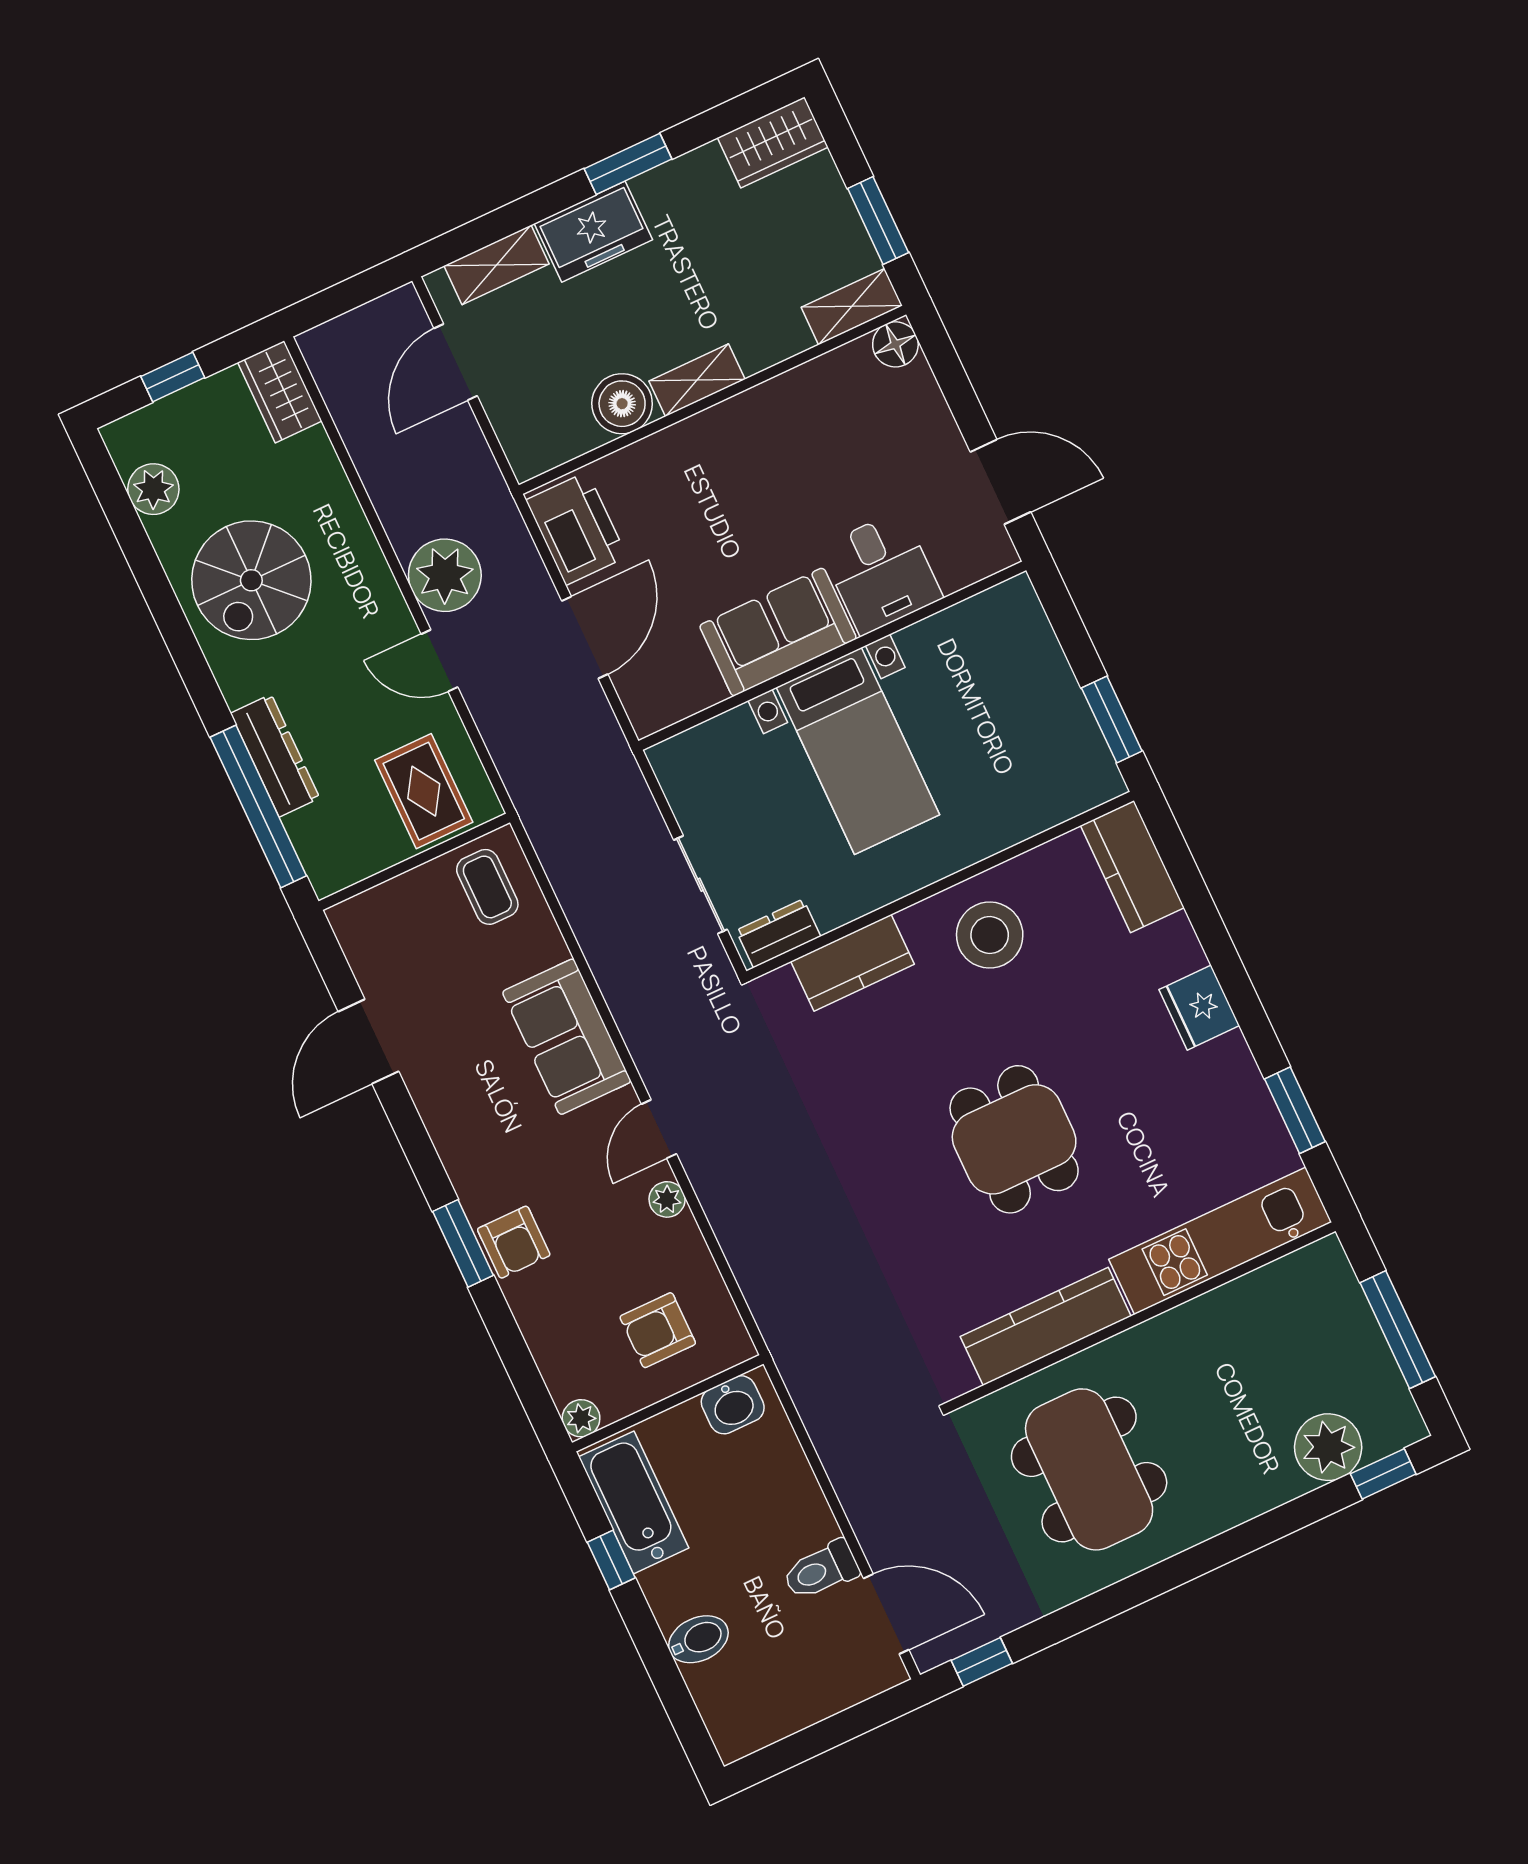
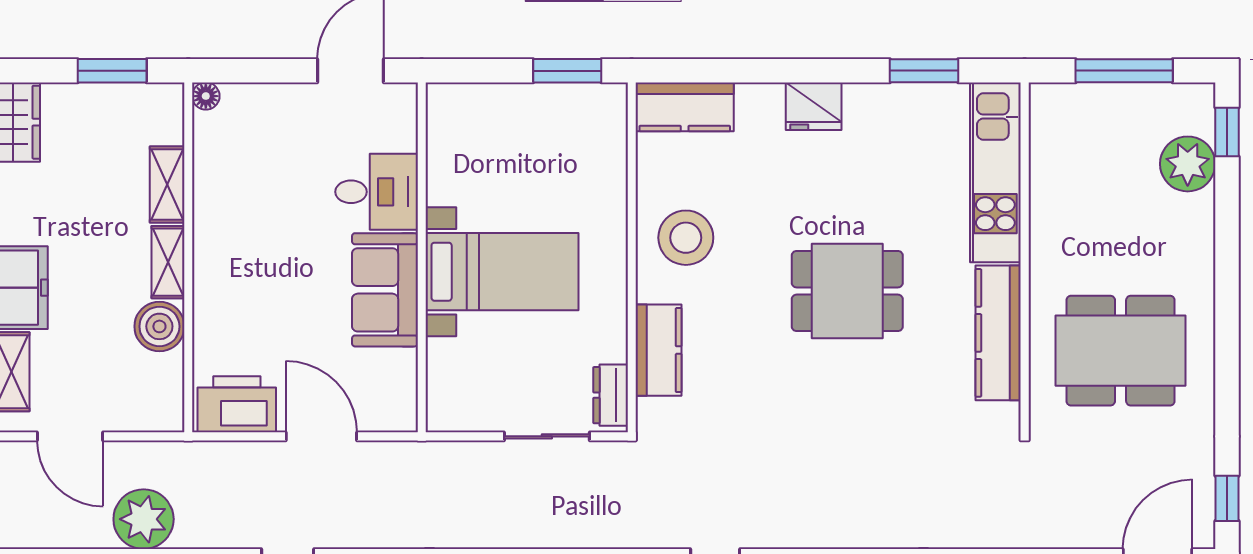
shelving: (852, 306) -> (167, 185), moved
floor lamp: (895, 344) -> (206, 96), width x0.73, depth x0.73
plant: (445, 575) -> (144, 519), moved

